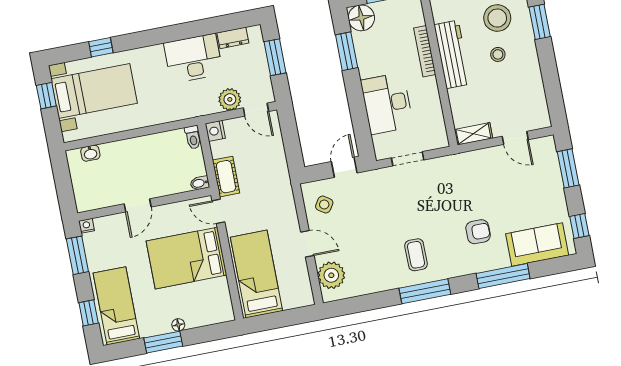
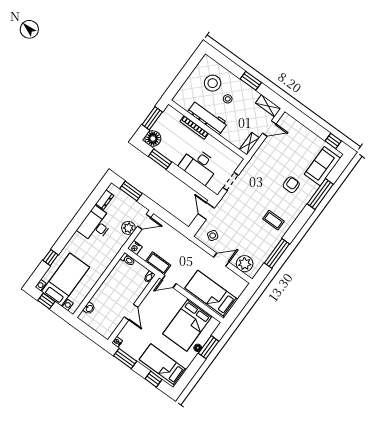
window: (540, 22) -> (251, 81), moved
shelving: (540, 109) -> (268, 106), added
window: (568, 168) -> (305, 120), removed
bed: (186, 258) -> (187, 325), moved
window: (425, 291) -> (277, 253), moved
window: (163, 342) -> (209, 347), moved

